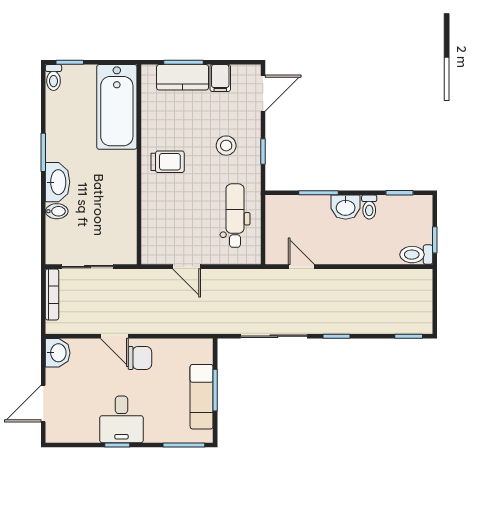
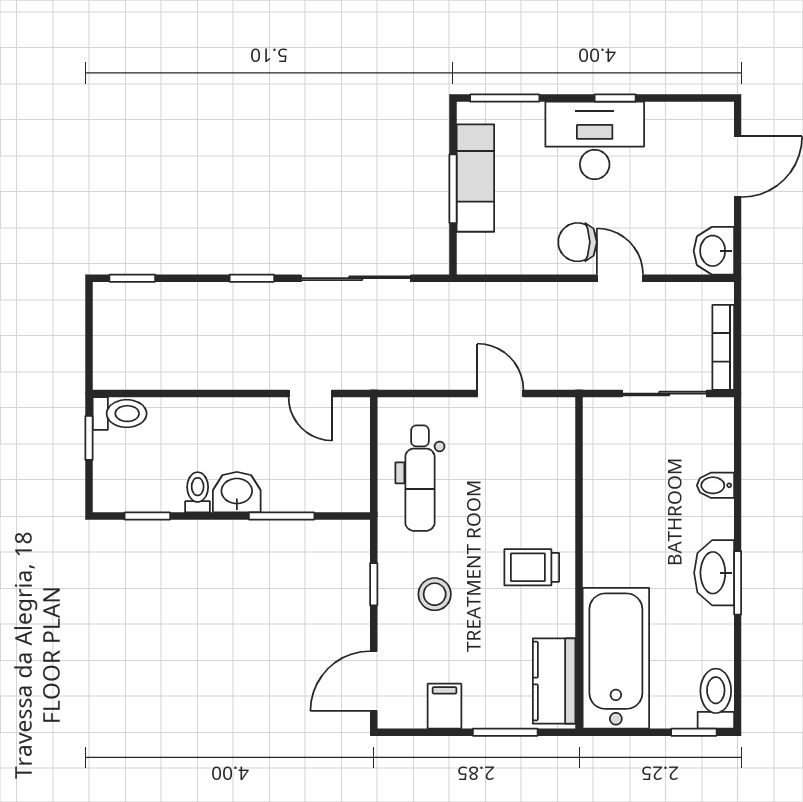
toilet: (54, 77) -> (716, 699), width x1.37, depth x1.39
kitchen counter: (183, 77) -> (554, 681), moved, turned -90
washbasin: (58, 182) -> (714, 573), moved
desk: (121, 419) -> (595, 140), width x1.37

